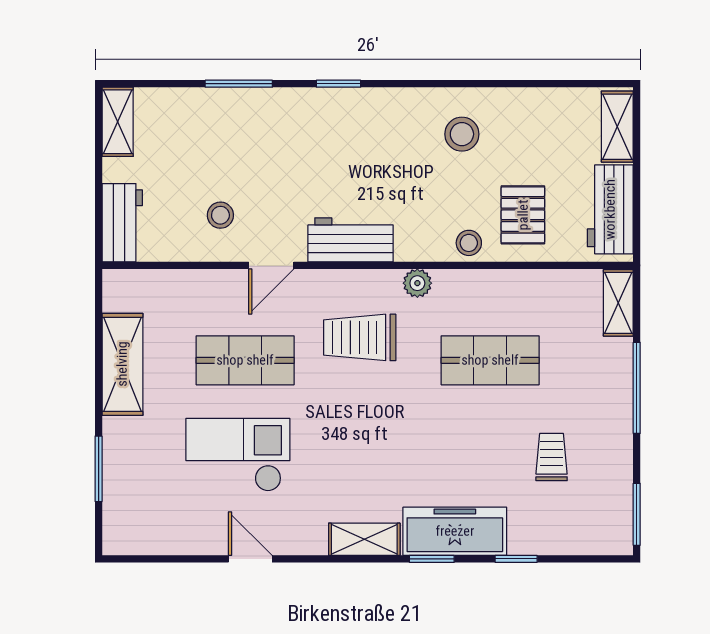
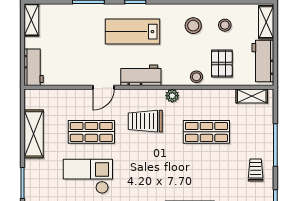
lab bench: (333, 147) -> (132, 32), added
stool: (220, 215) -> (225, 25), moved
shelving: (618, 303) -> (252, 96), moved, turned 90
trolley: (552, 457) -> (256, 170), moved

